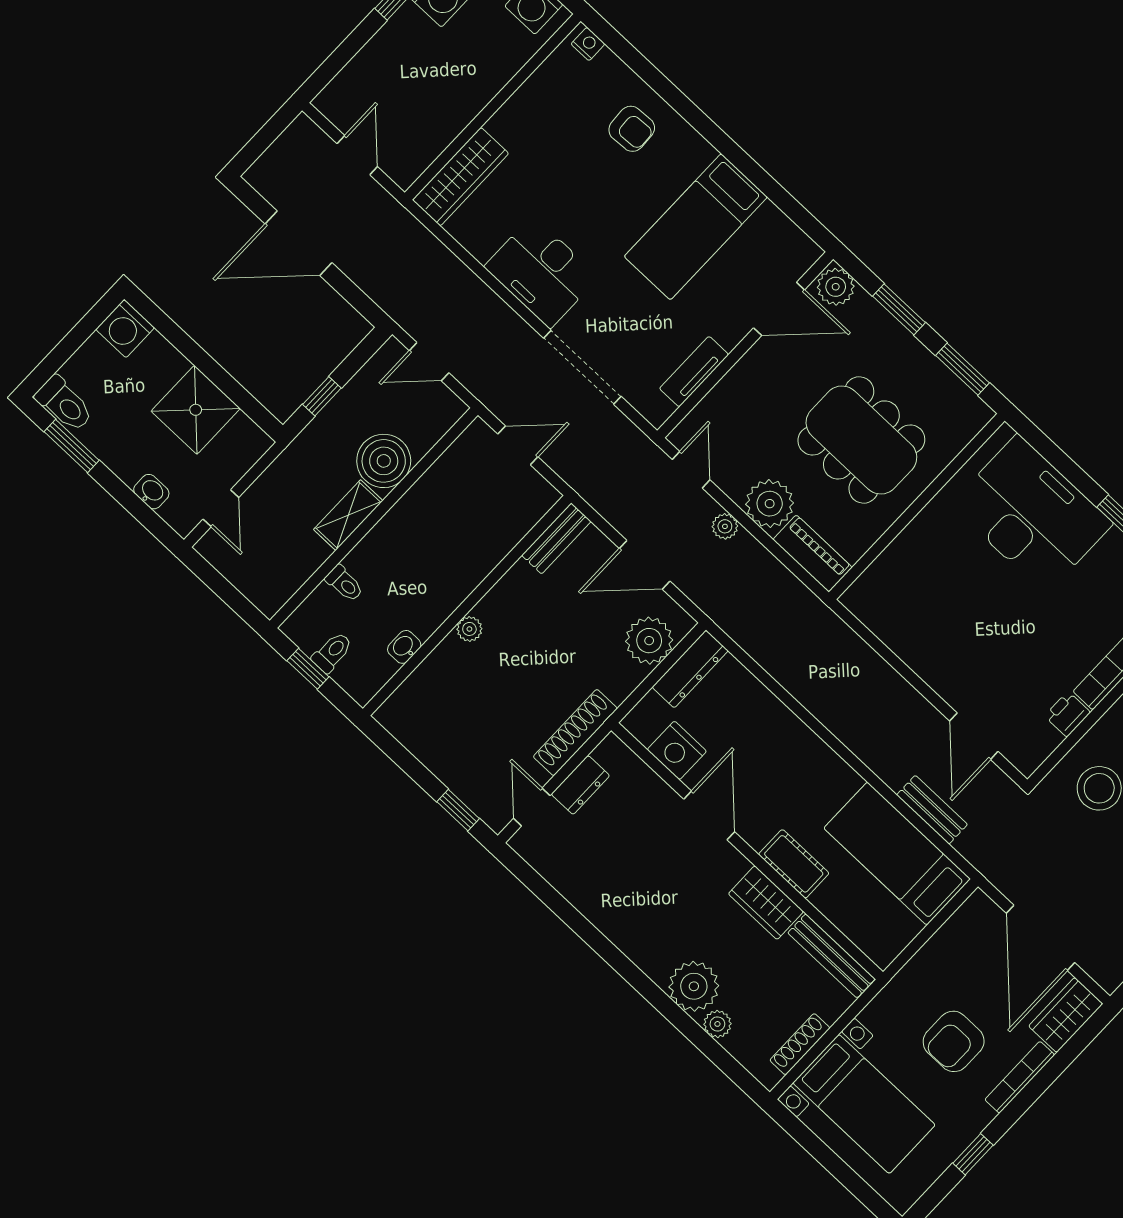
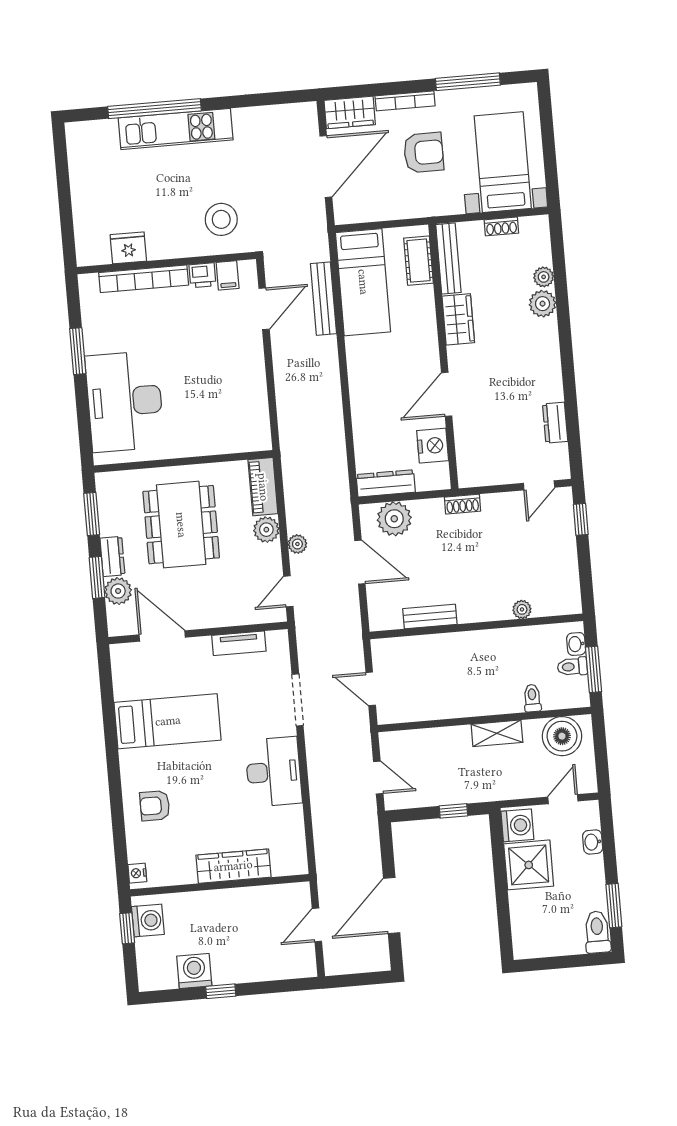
armchair: (632, 129) -> (155, 806), turned -87
wardrobe: (461, 177) -> (233, 866), moved
door: (299, 243) -> (392, 905), swing flipped
plant: (836, 287) -> (118, 591), moved
washing machine: (125, 329) -> (517, 825), moved
dresser: (903, 345) -> (112, 556), added
doorway: (582, 367) -> (298, 700), width x0.73
boiler: (384, 461) -> (562, 736), moved
plant: (770, 504) -> (266, 530), width x0.73, depth x0.73
bench: (556, 538) -> (430, 616), moved
plant: (469, 629) -> (522, 609), moved
washbasin: (404, 647) -> (576, 644), moved, turned 90
window: (308, 669) -> (594, 669), width x1.50
shoe rack: (575, 733) -> (462, 504), width x0.51, depth x0.81
filing cabinet: (1042, 737) -> (228, 275), added
dresser: (580, 785) -> (555, 423), moved, turned -90
bench: (932, 810) -> (323, 299), width x1.36
cot: (794, 864) -> (418, 261), moved
plant: (694, 986) -> (543, 304), width x0.73, depth x0.73
shoe rack: (800, 1044) -> (501, 226), width x0.70
window: (973, 1154) -> (468, 82), width x2.17

